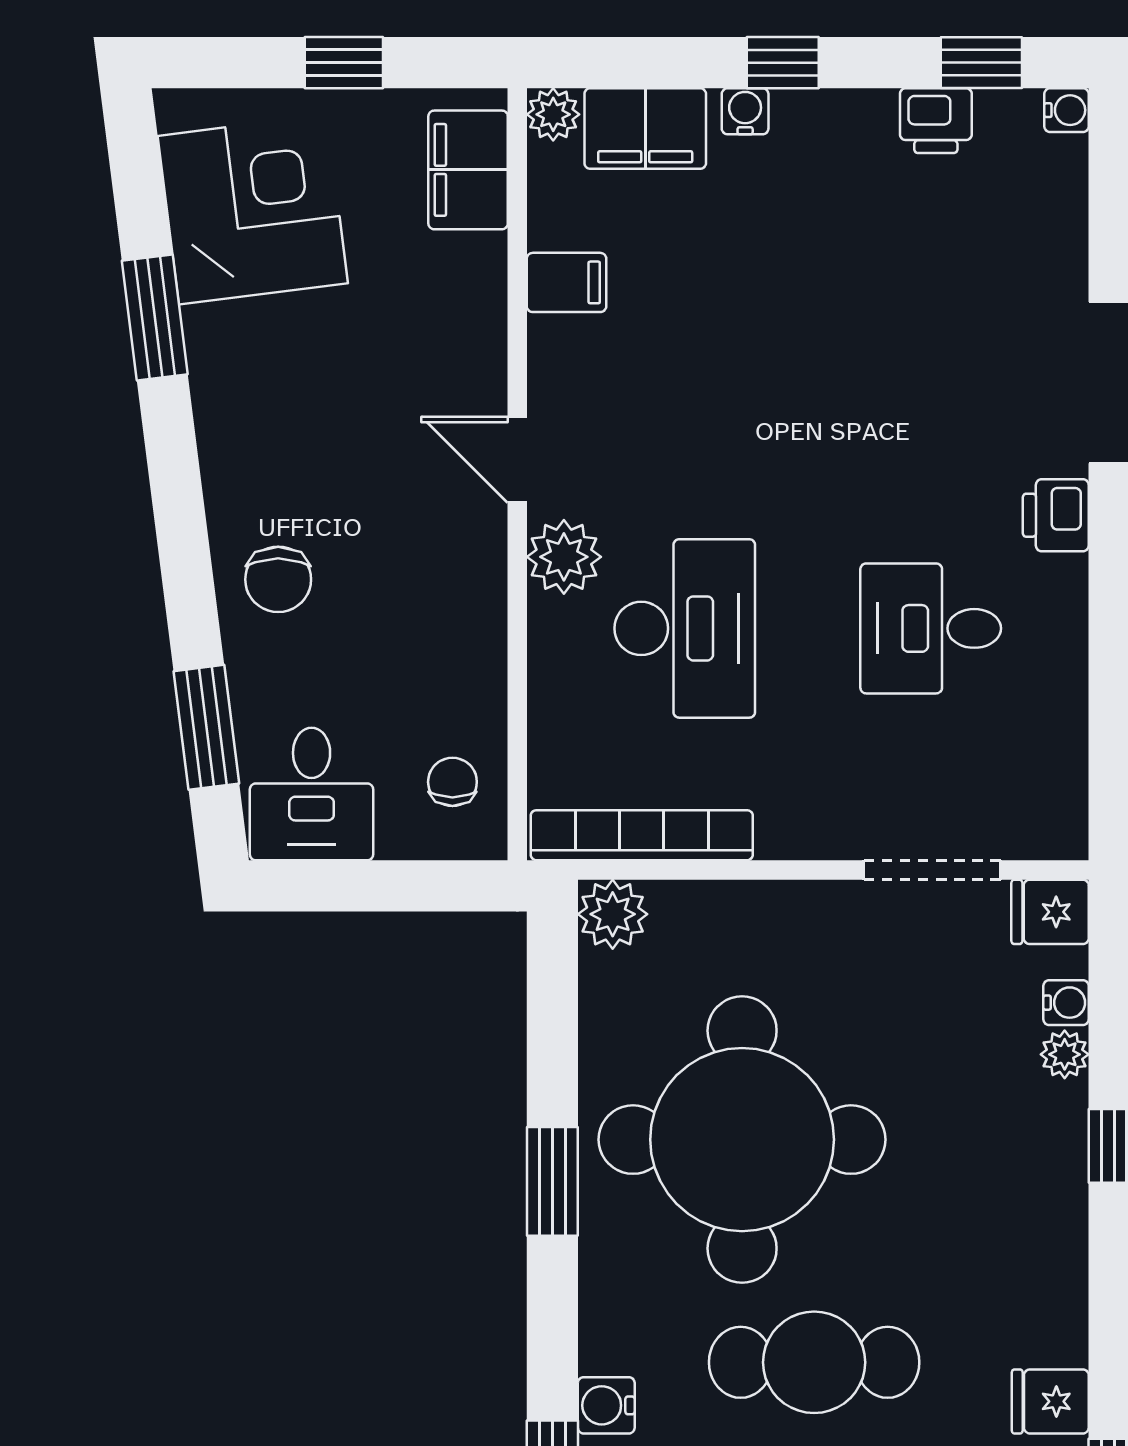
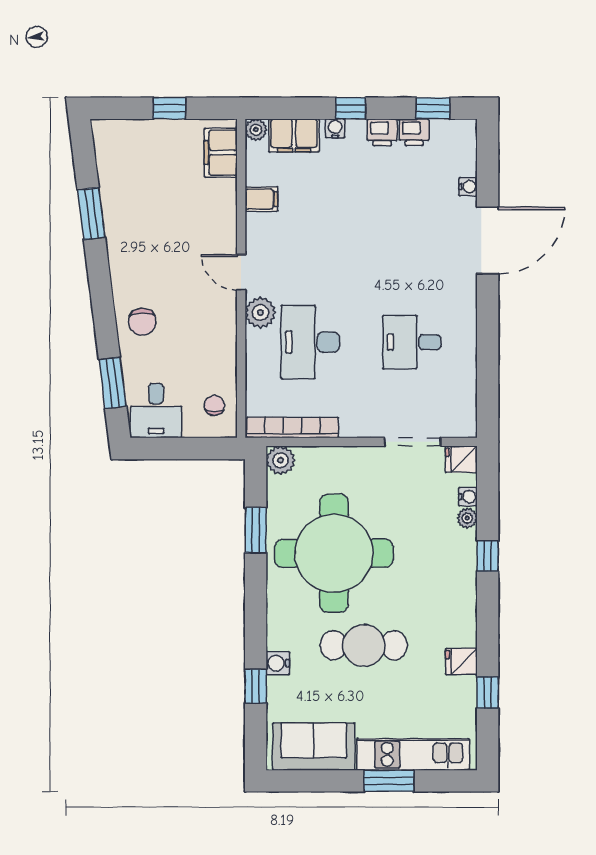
water cooler: (1066, 110) -> (468, 187), moved
corner desk: (253, 210) -> (132, 169), removed
printer: (1056, 515) -> (382, 132), moved, turned -90
desk: (685, 628) -> (310, 342), turned 180
window: (552, 1181) -> (256, 530), moved

